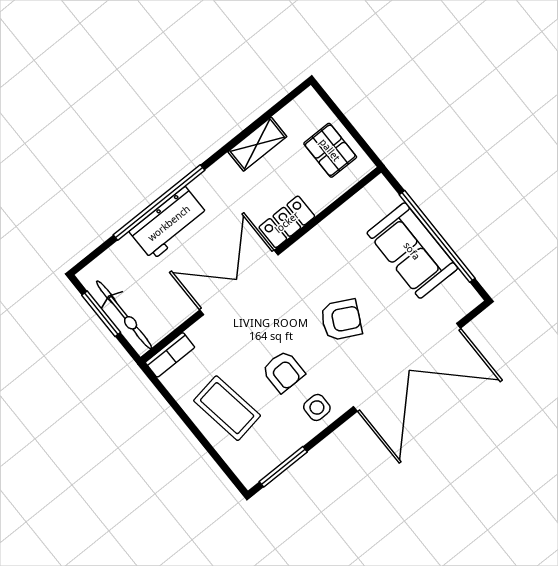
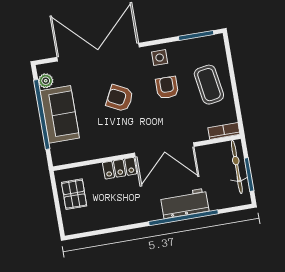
shelving: (257, 144) -> (112, 220), removed
plant: (458, 287) -> (46, 81), added

